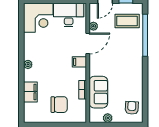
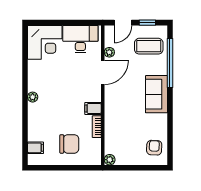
filing cabinet: (79, 62) -> (93, 108), moved
filing cabinet: (30, 92) -> (35, 148), moved, width x0.50
sofa: (98, 92) -> (156, 94), moved, turned 180
plant: (108, 118) -> (110, 160), moved

